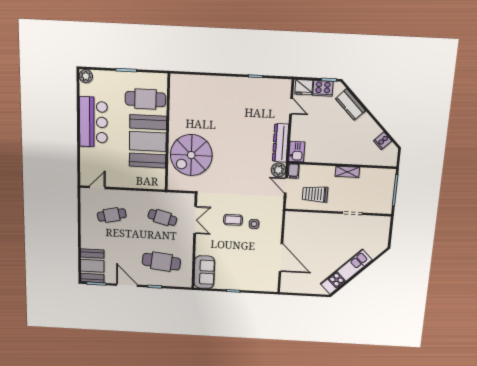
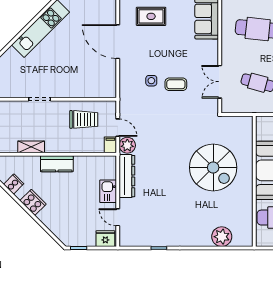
plant: (198, 84) -> (222, 237), added
cooker: (323, 88) -> (33, 202), moved, turned 45
kitchen counter: (351, 105) -> (57, 164), moved, turned 135
kitchen sink: (297, 152) -> (108, 191), moved
spiral stairs: (191, 155) -> (213, 167), moved, turned 90
shelving: (347, 172) -> (31, 147), moved
rug: (251, 277) -> (151, 16), added

